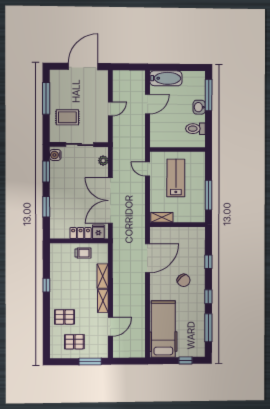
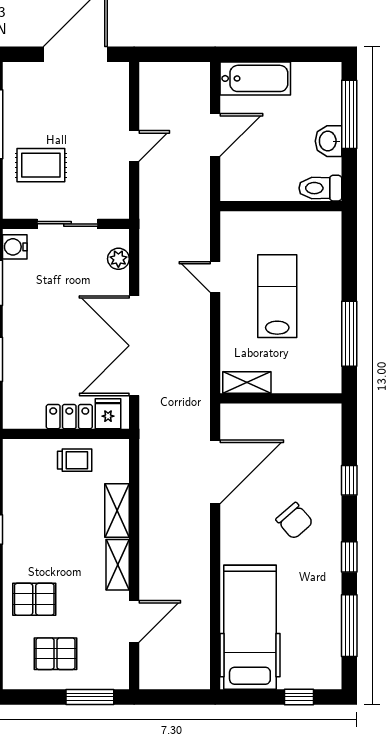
wall: (178, 150) -> (281, 206), moved

